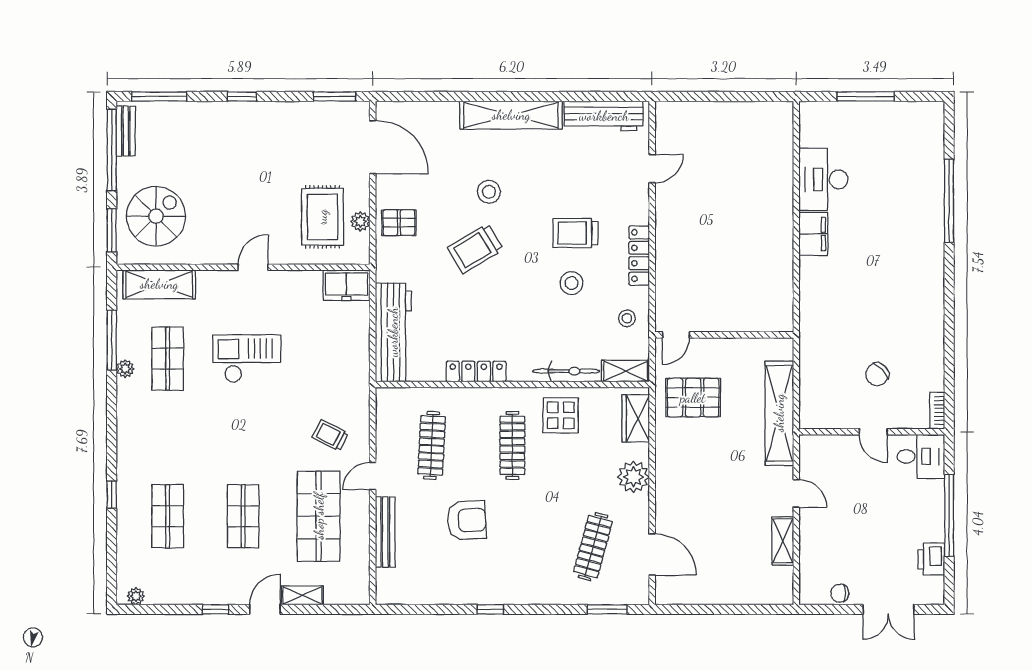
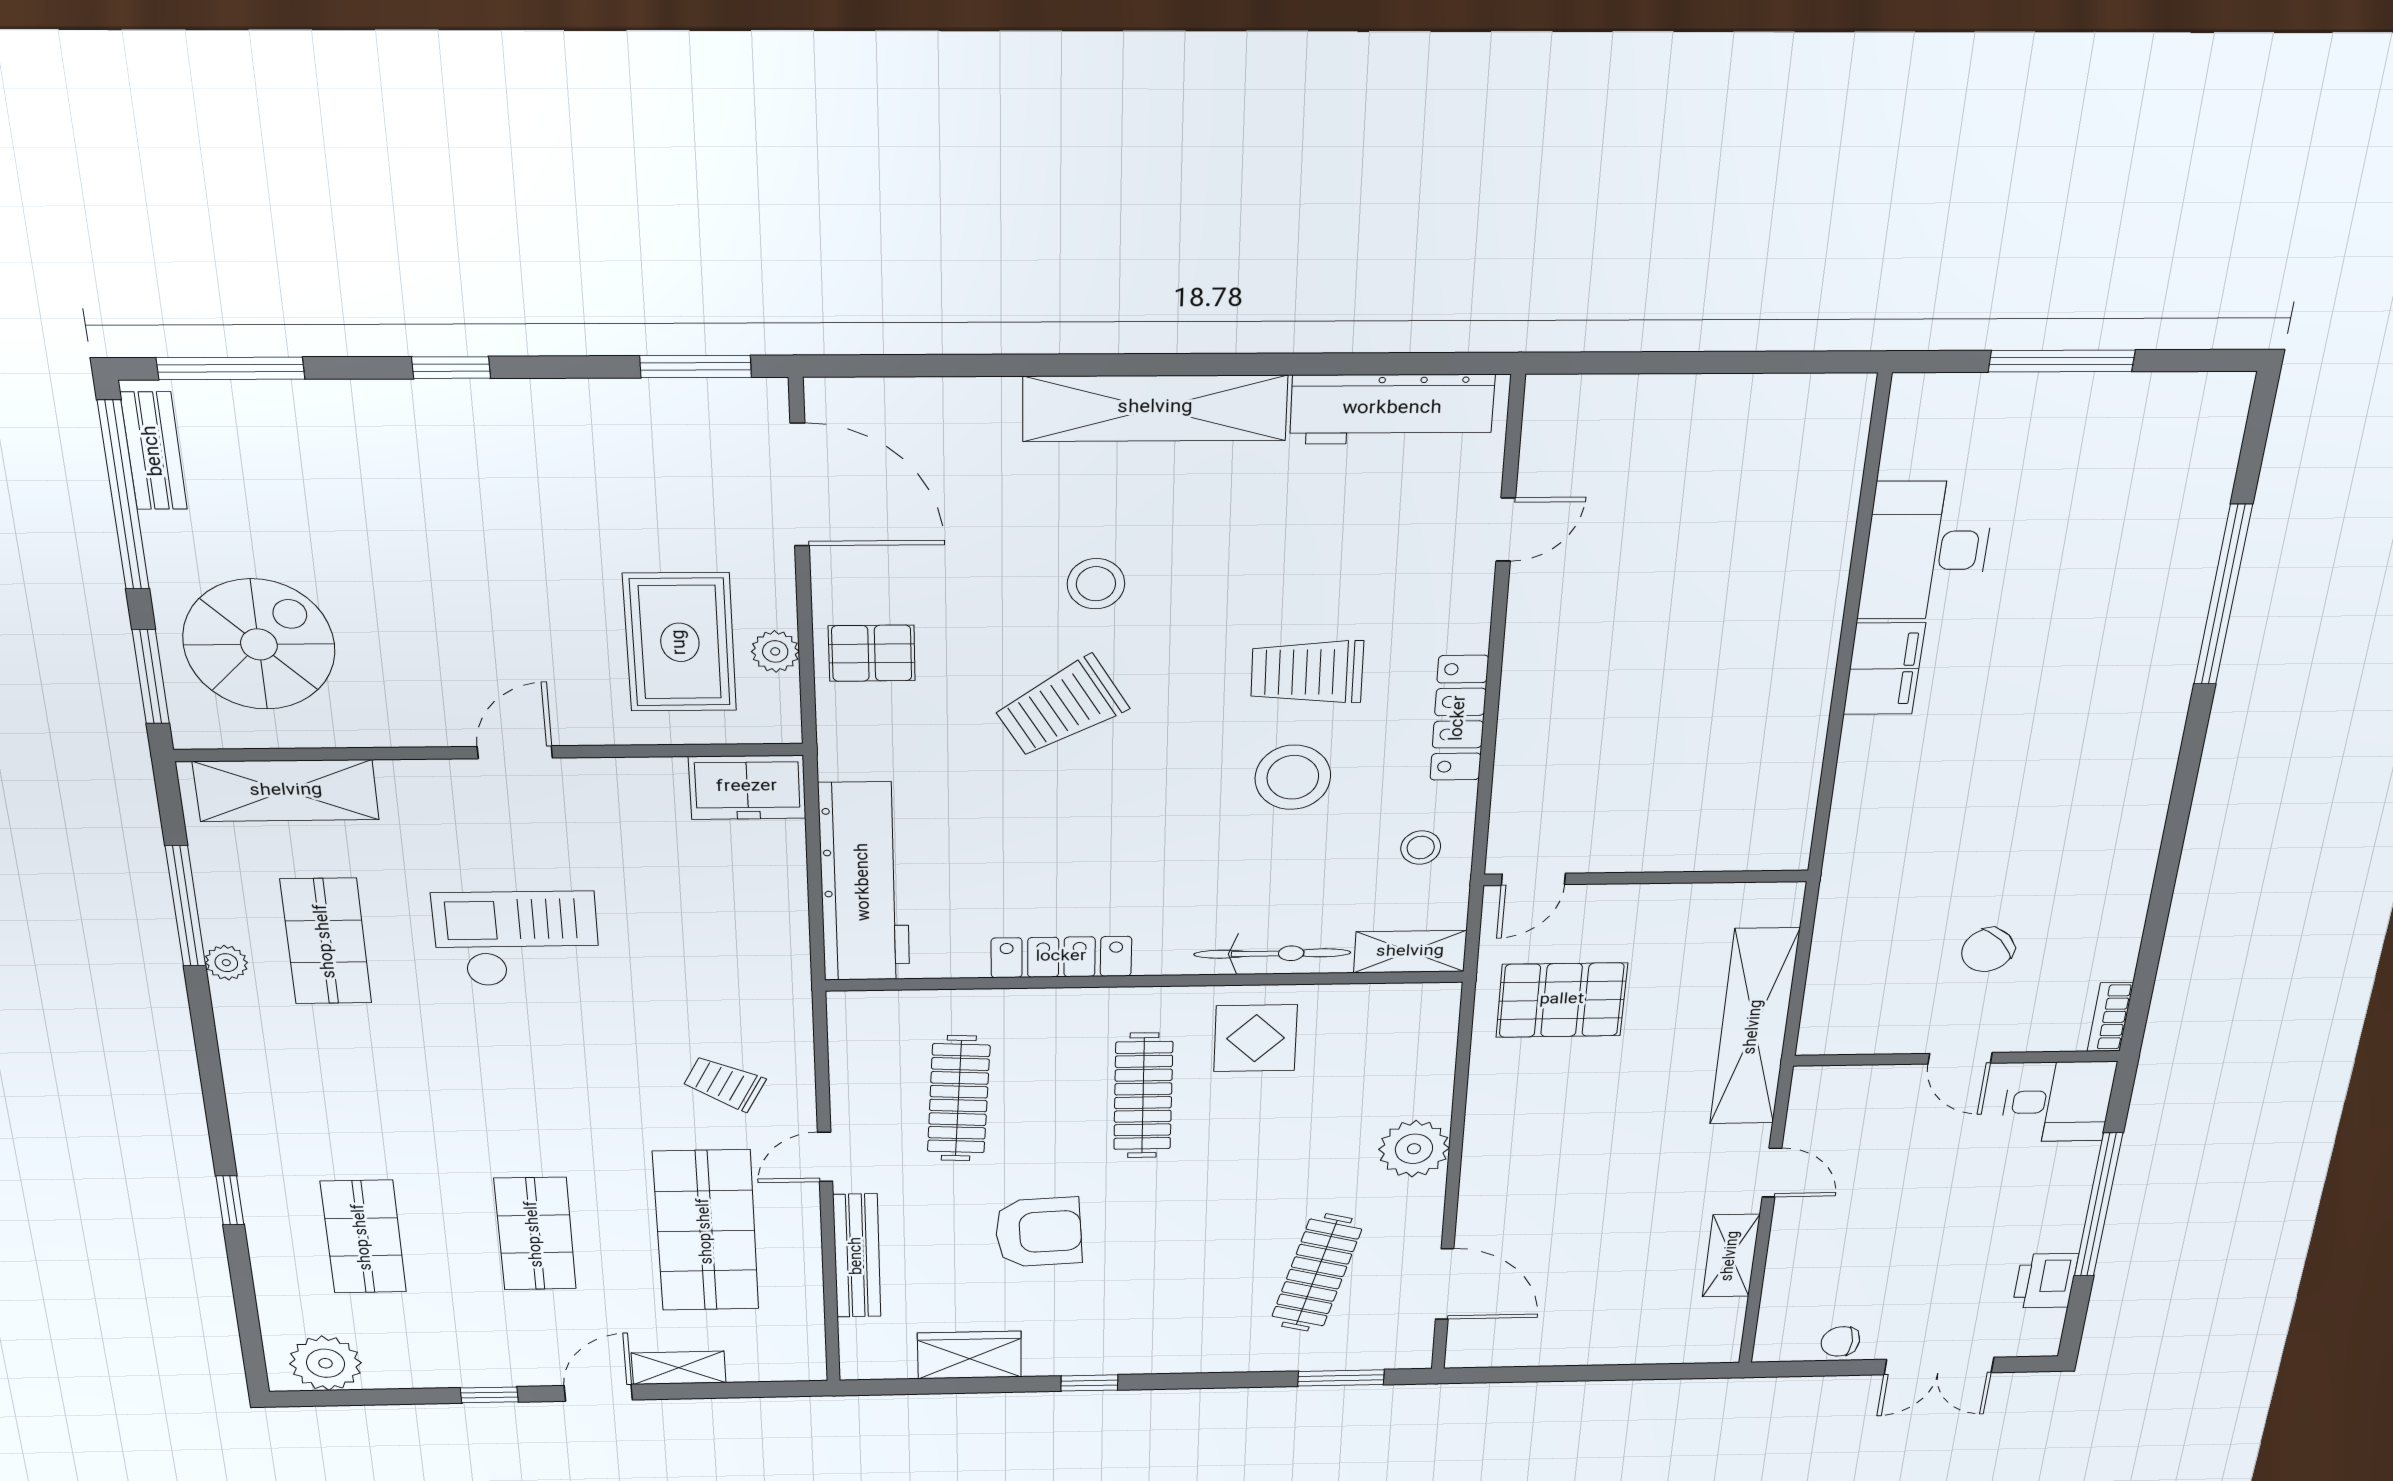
stool: (572, 283) -> (1293, 777), width x1.38, depth x1.38
wardrobe: (636, 418) -> (969, 1355), moved, turned 90
plant: (136, 596) -> (325, 1363), width x1.88, depth x1.88

